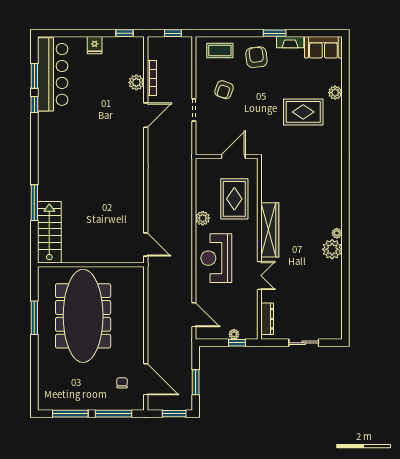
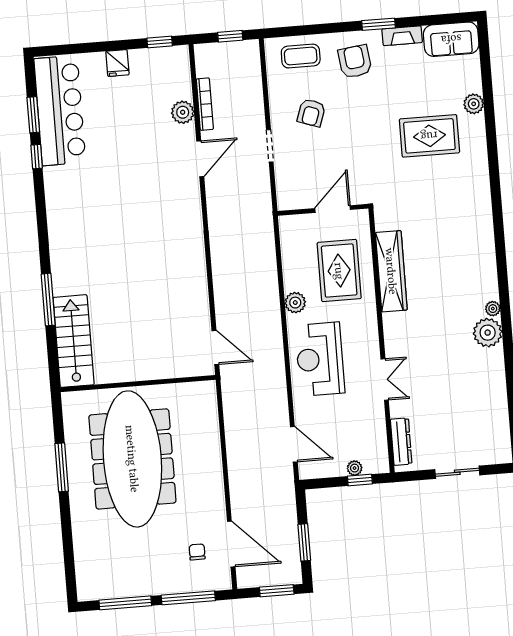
wardrobe: (270, 230) -> (391, 271), moved

